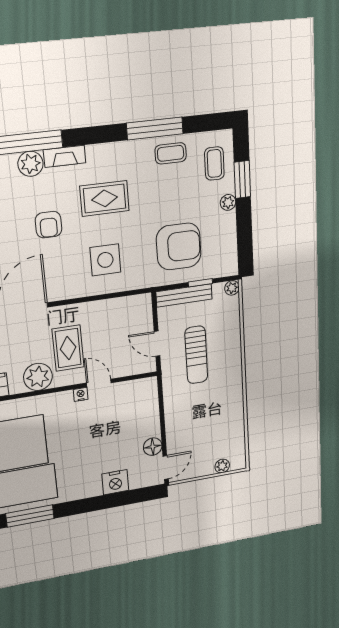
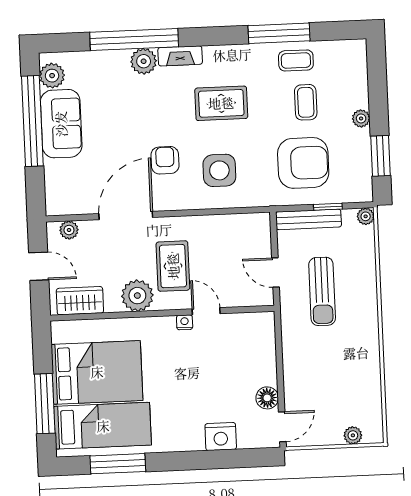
coffee table: (214, 163) -> (306, 102), moved
window: (242, 179) -> (381, 156), moved
armchair: (48, 225) -> (165, 160), moved, turned 180

